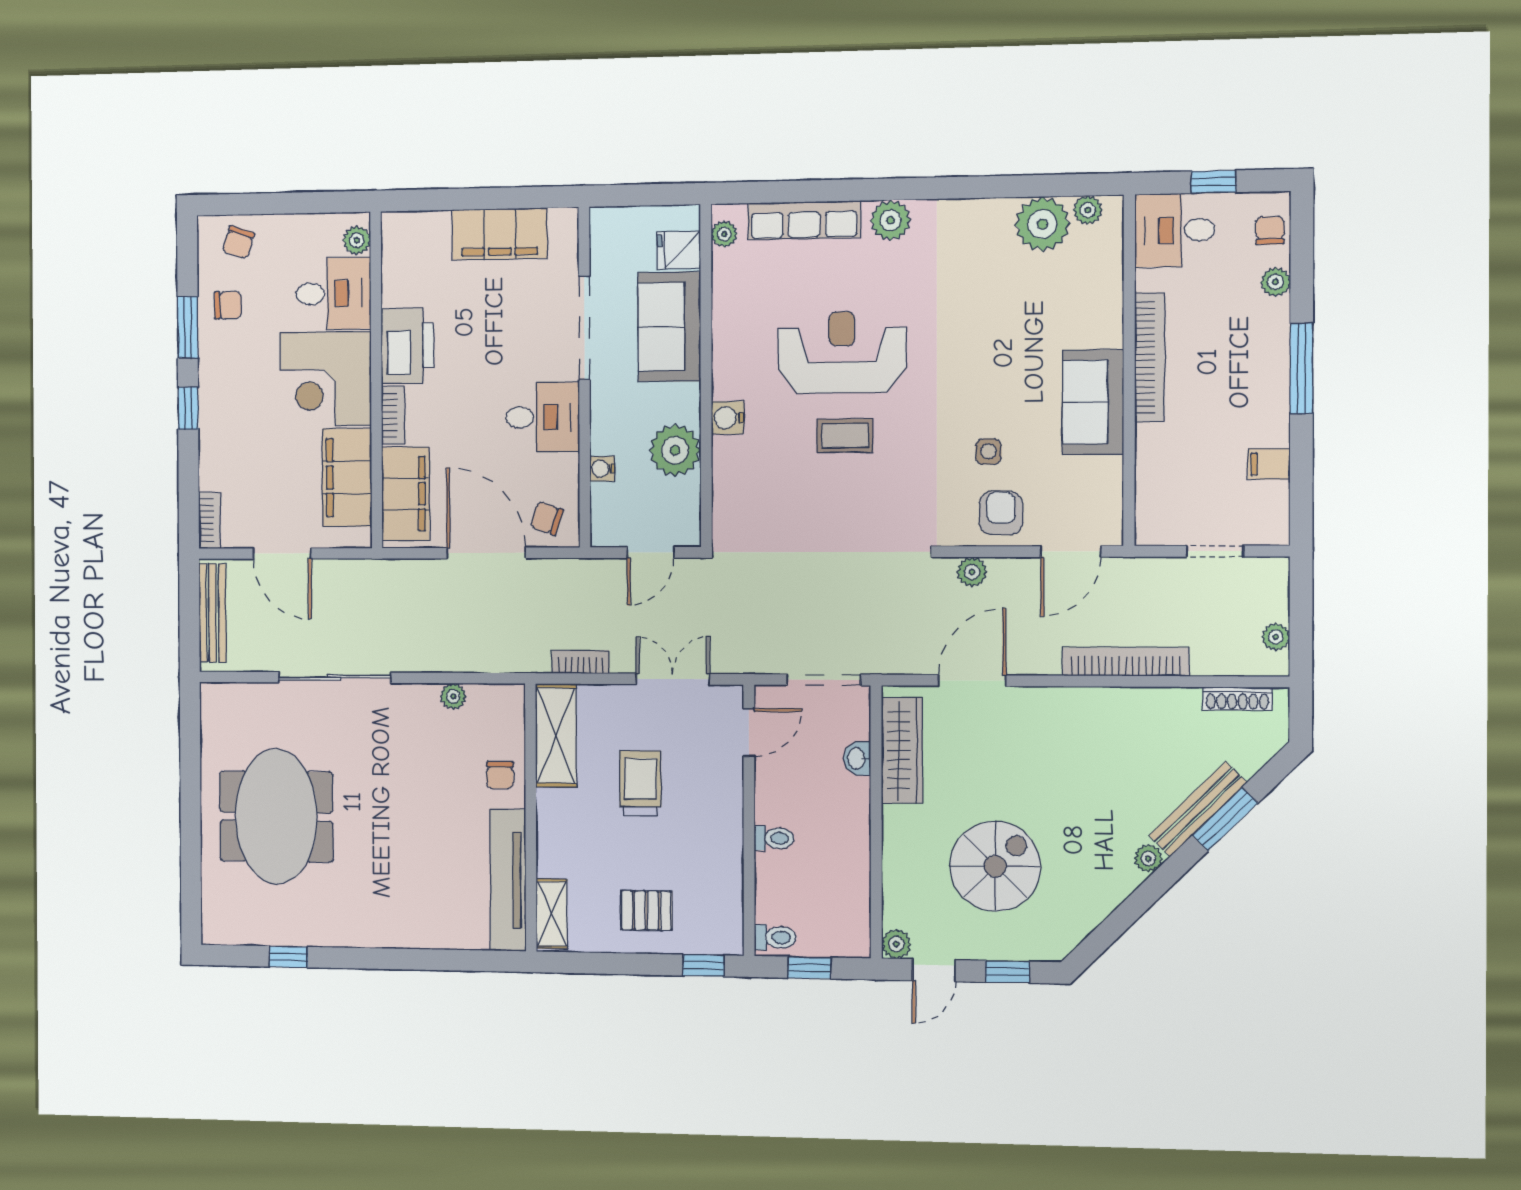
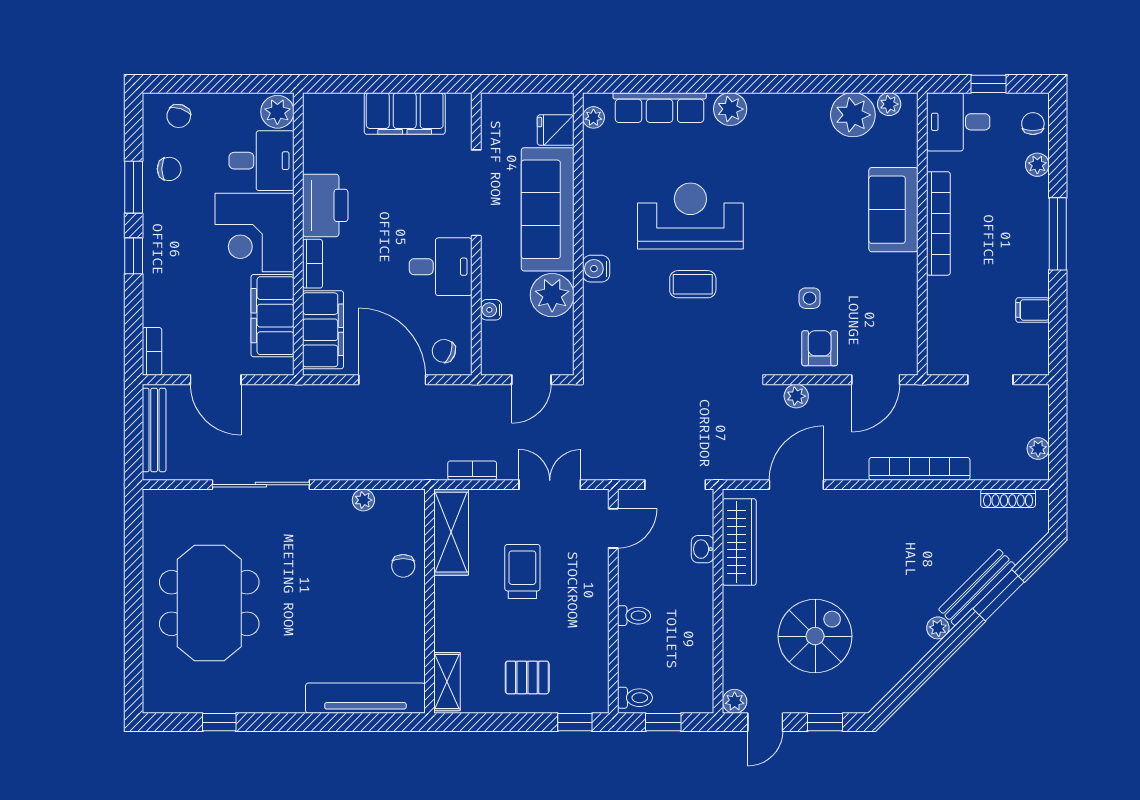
plant: (357, 240) -> (277, 112), width x1.38, depth x1.38
sofa: (669, 327) -> (548, 209), width x1.36
sofa: (1093, 402) -> (893, 210), moved
tv unit: (508, 880) -> (365, 698), moved, turned 90

